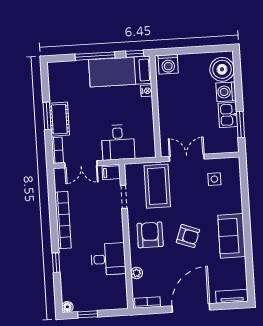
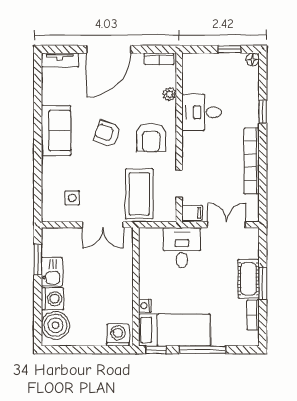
bookcase: (57, 150) -> (253, 315), moved

